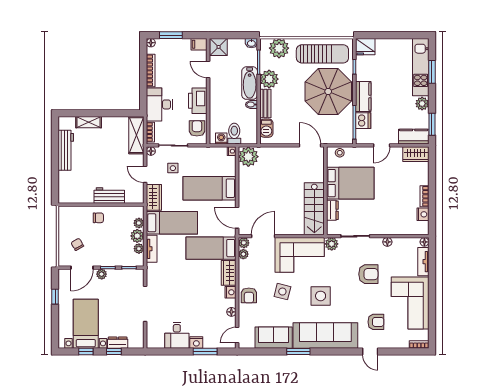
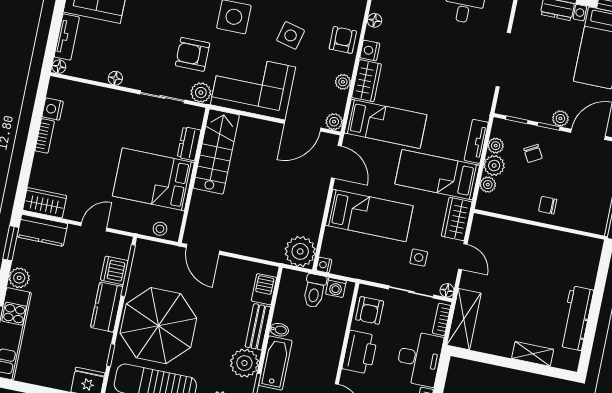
workbench: (109, 196) -> (524, 236), removed
chair: (77, 244) -> (533, 153), moved
plant: (243, 254) -> (343, 82), moved
armchair: (368, 274) -> (193, 54), moved

